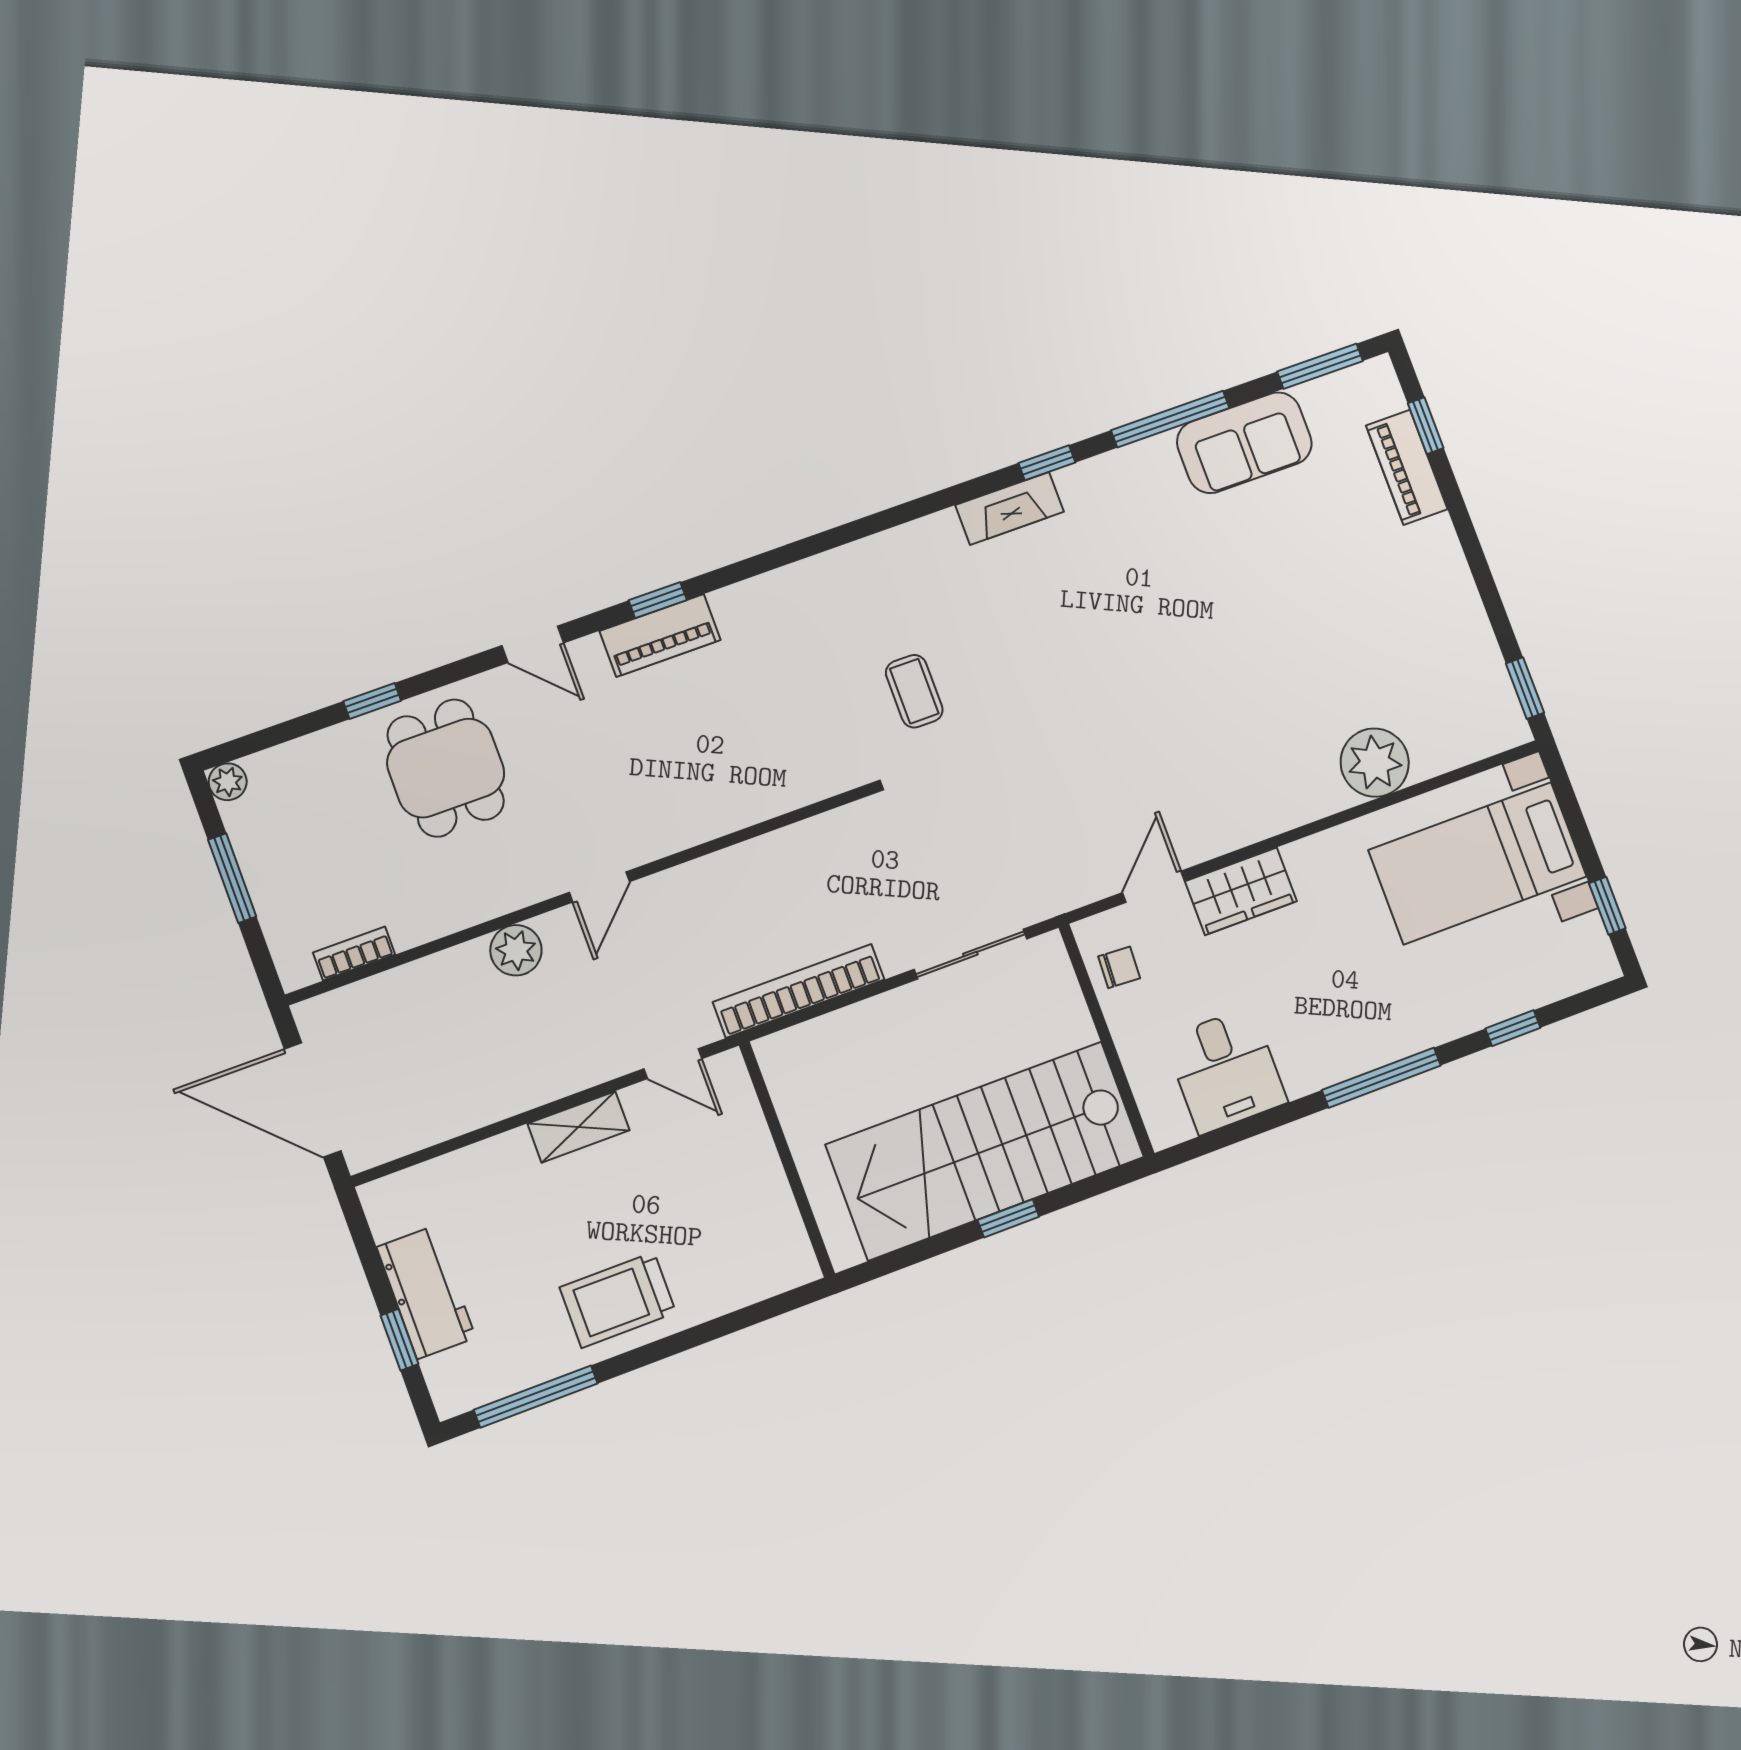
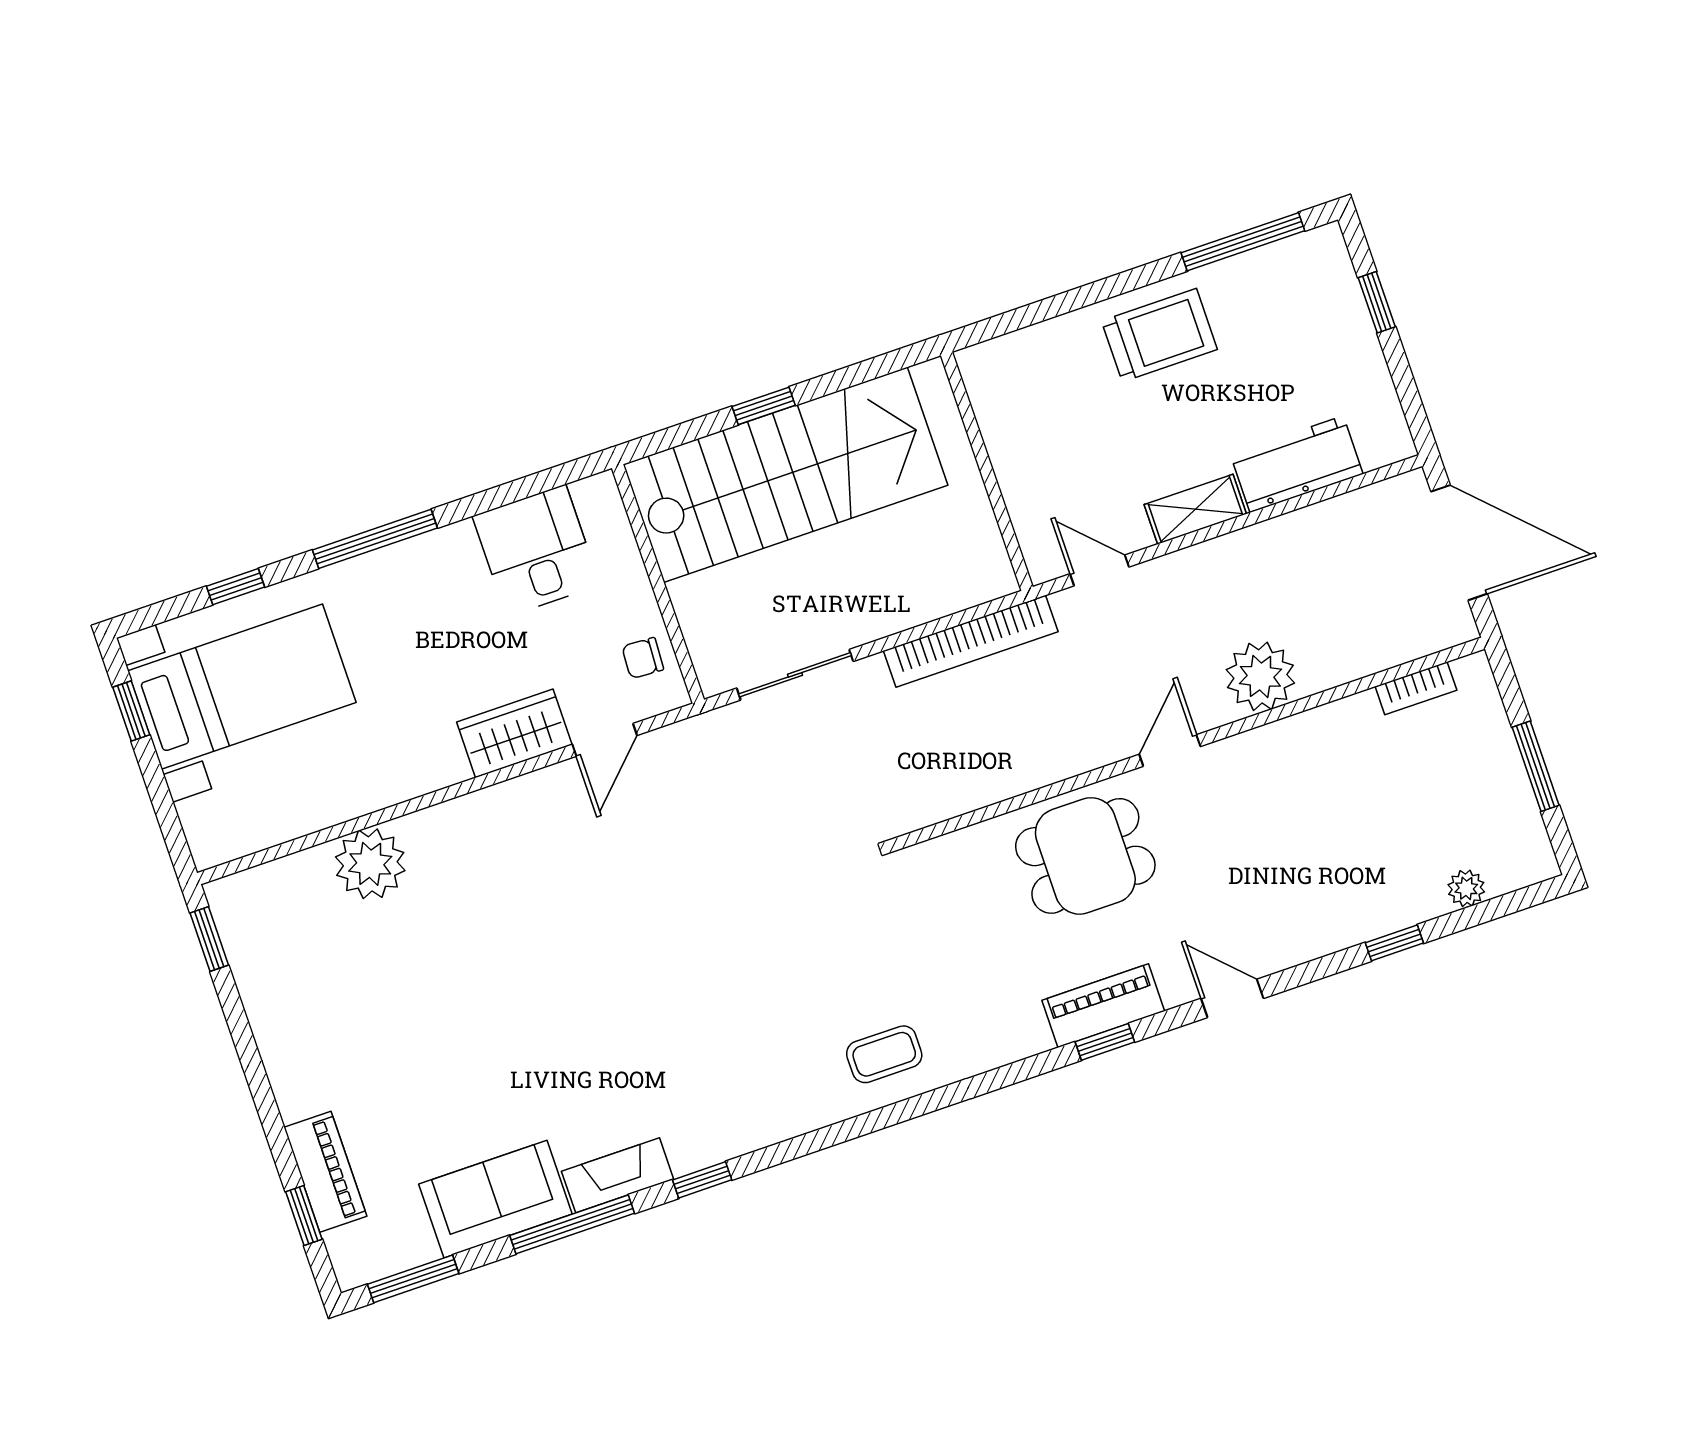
fireplace: (1010, 508) -> (618, 1175), moved
coffee table: (914, 691) -> (884, 1054), moved, turned 90
dining table: (446, 768) -> (1085, 856), moved, turned 90
plant: (228, 782) -> (1466, 888), moved
bed with nightstands: (1478, 863) -> (242, 687), moved
plant: (516, 950) -> (1260, 676), width x1.36, depth x1.36
workbench: (426, 1292) -> (1297, 464), moved, turned 90

